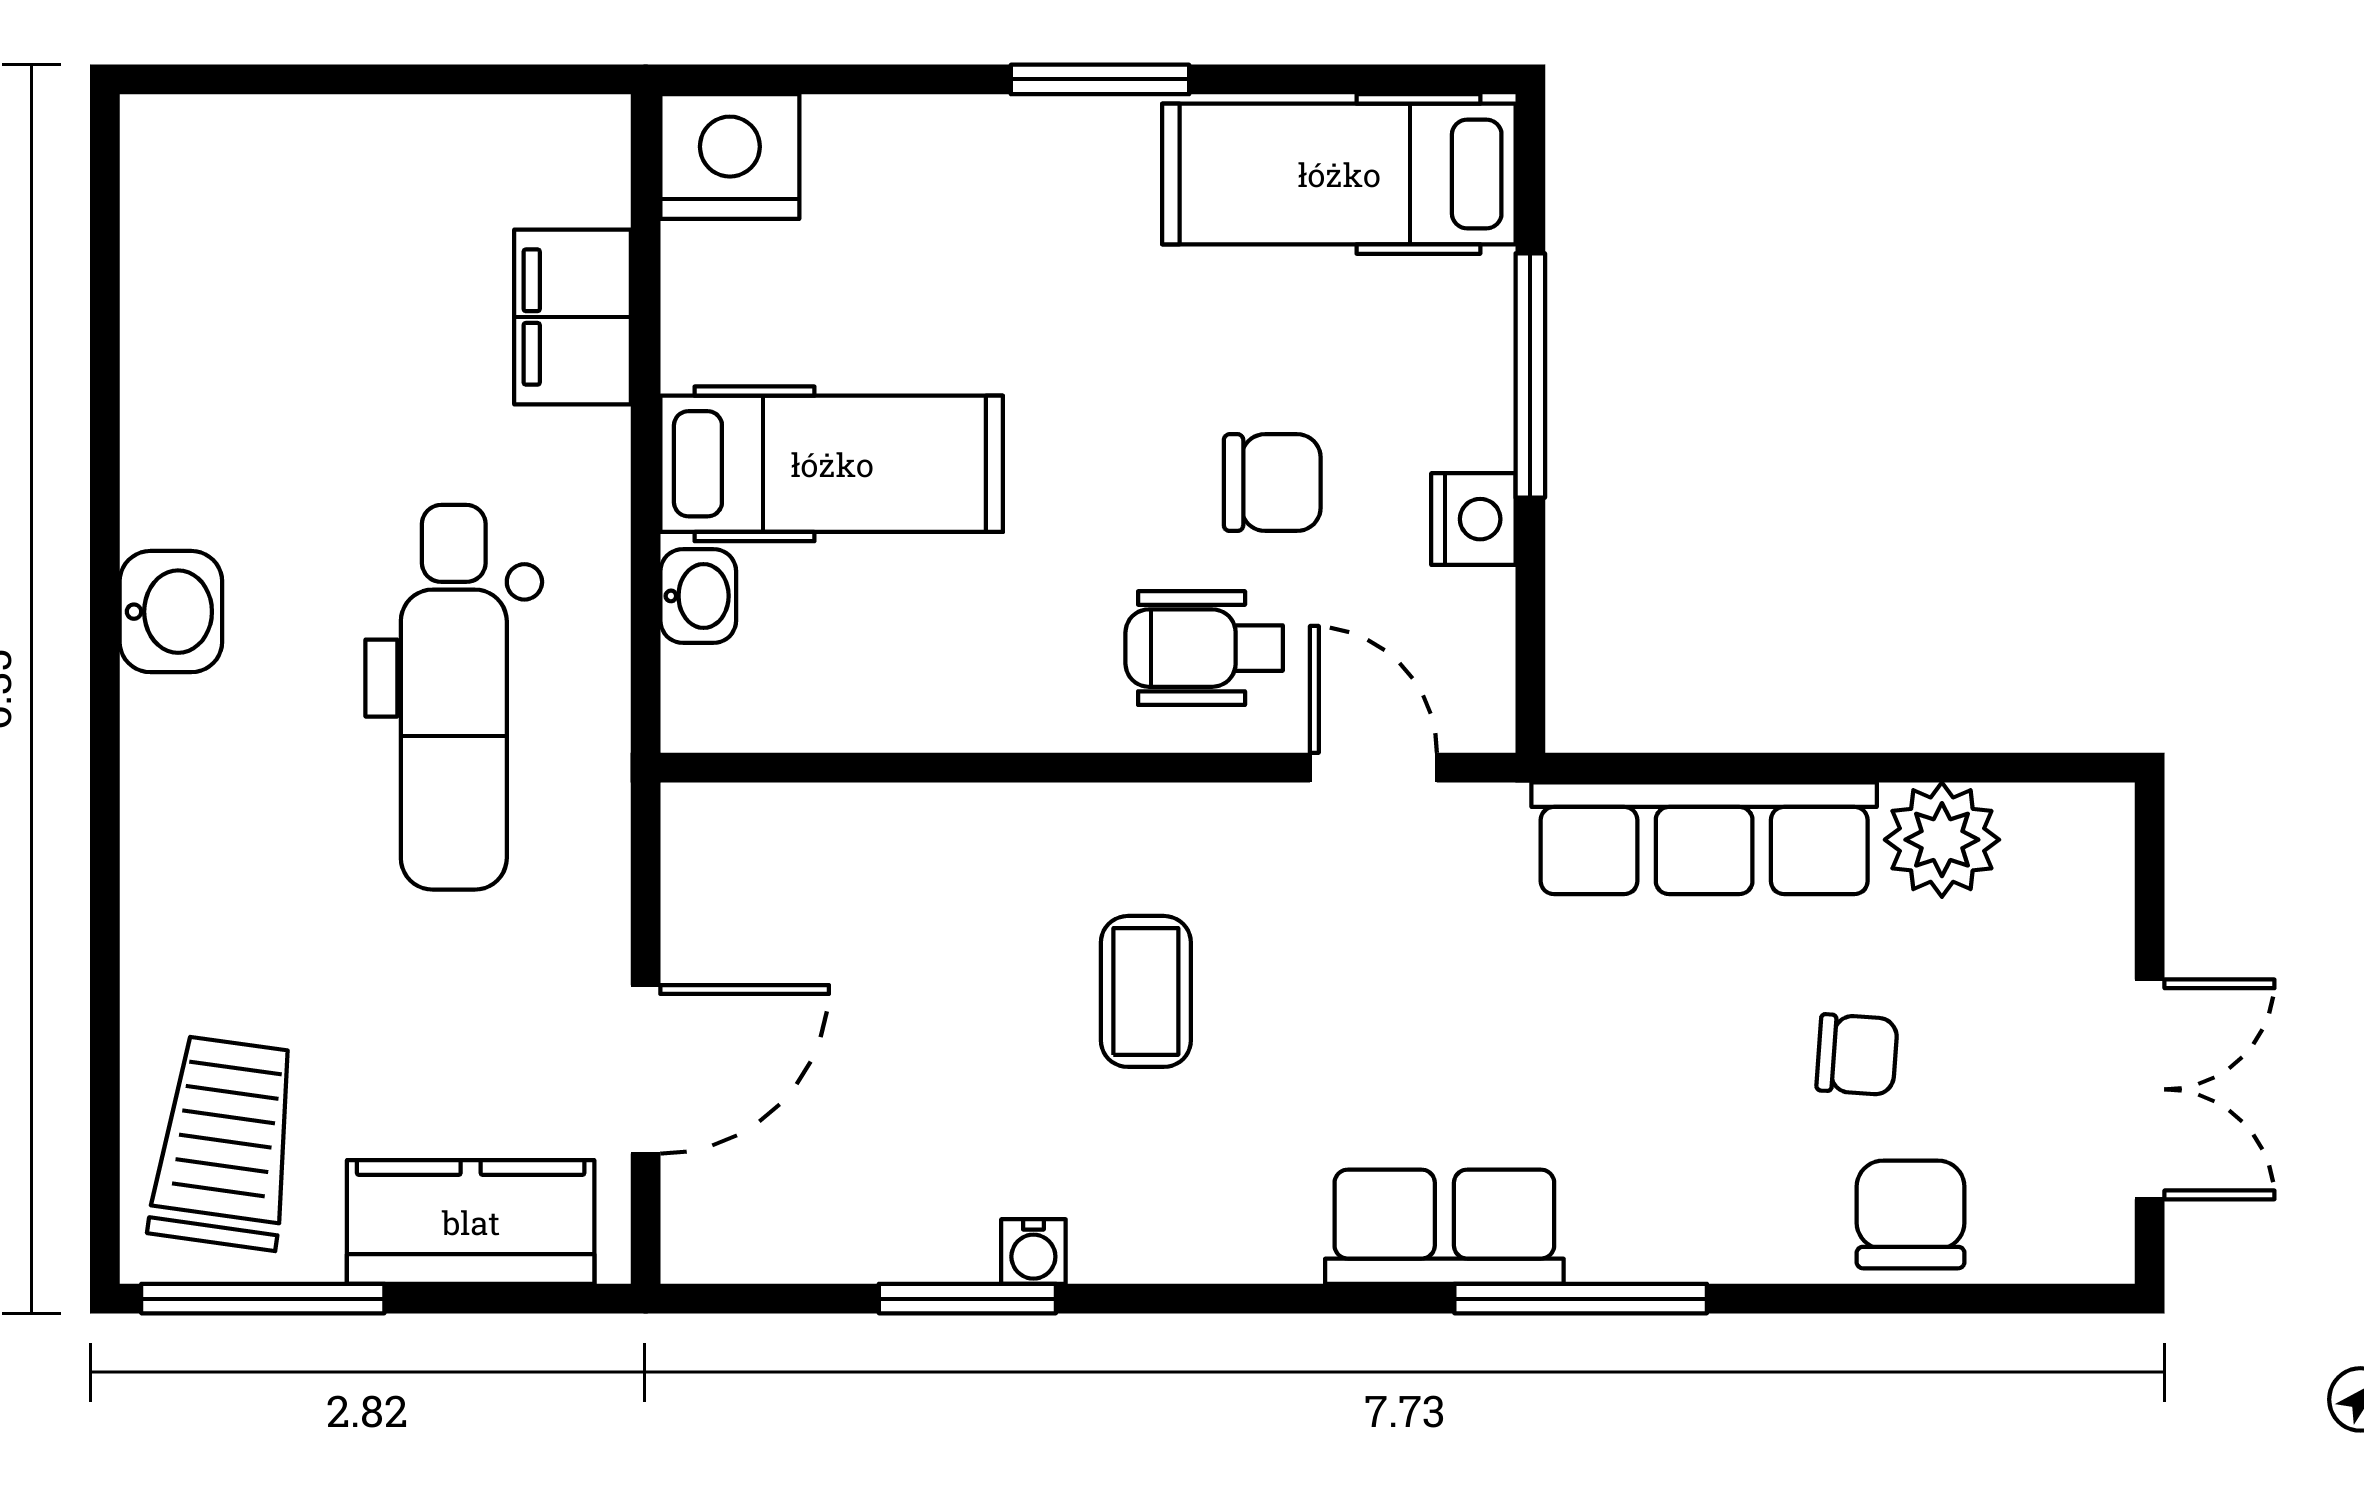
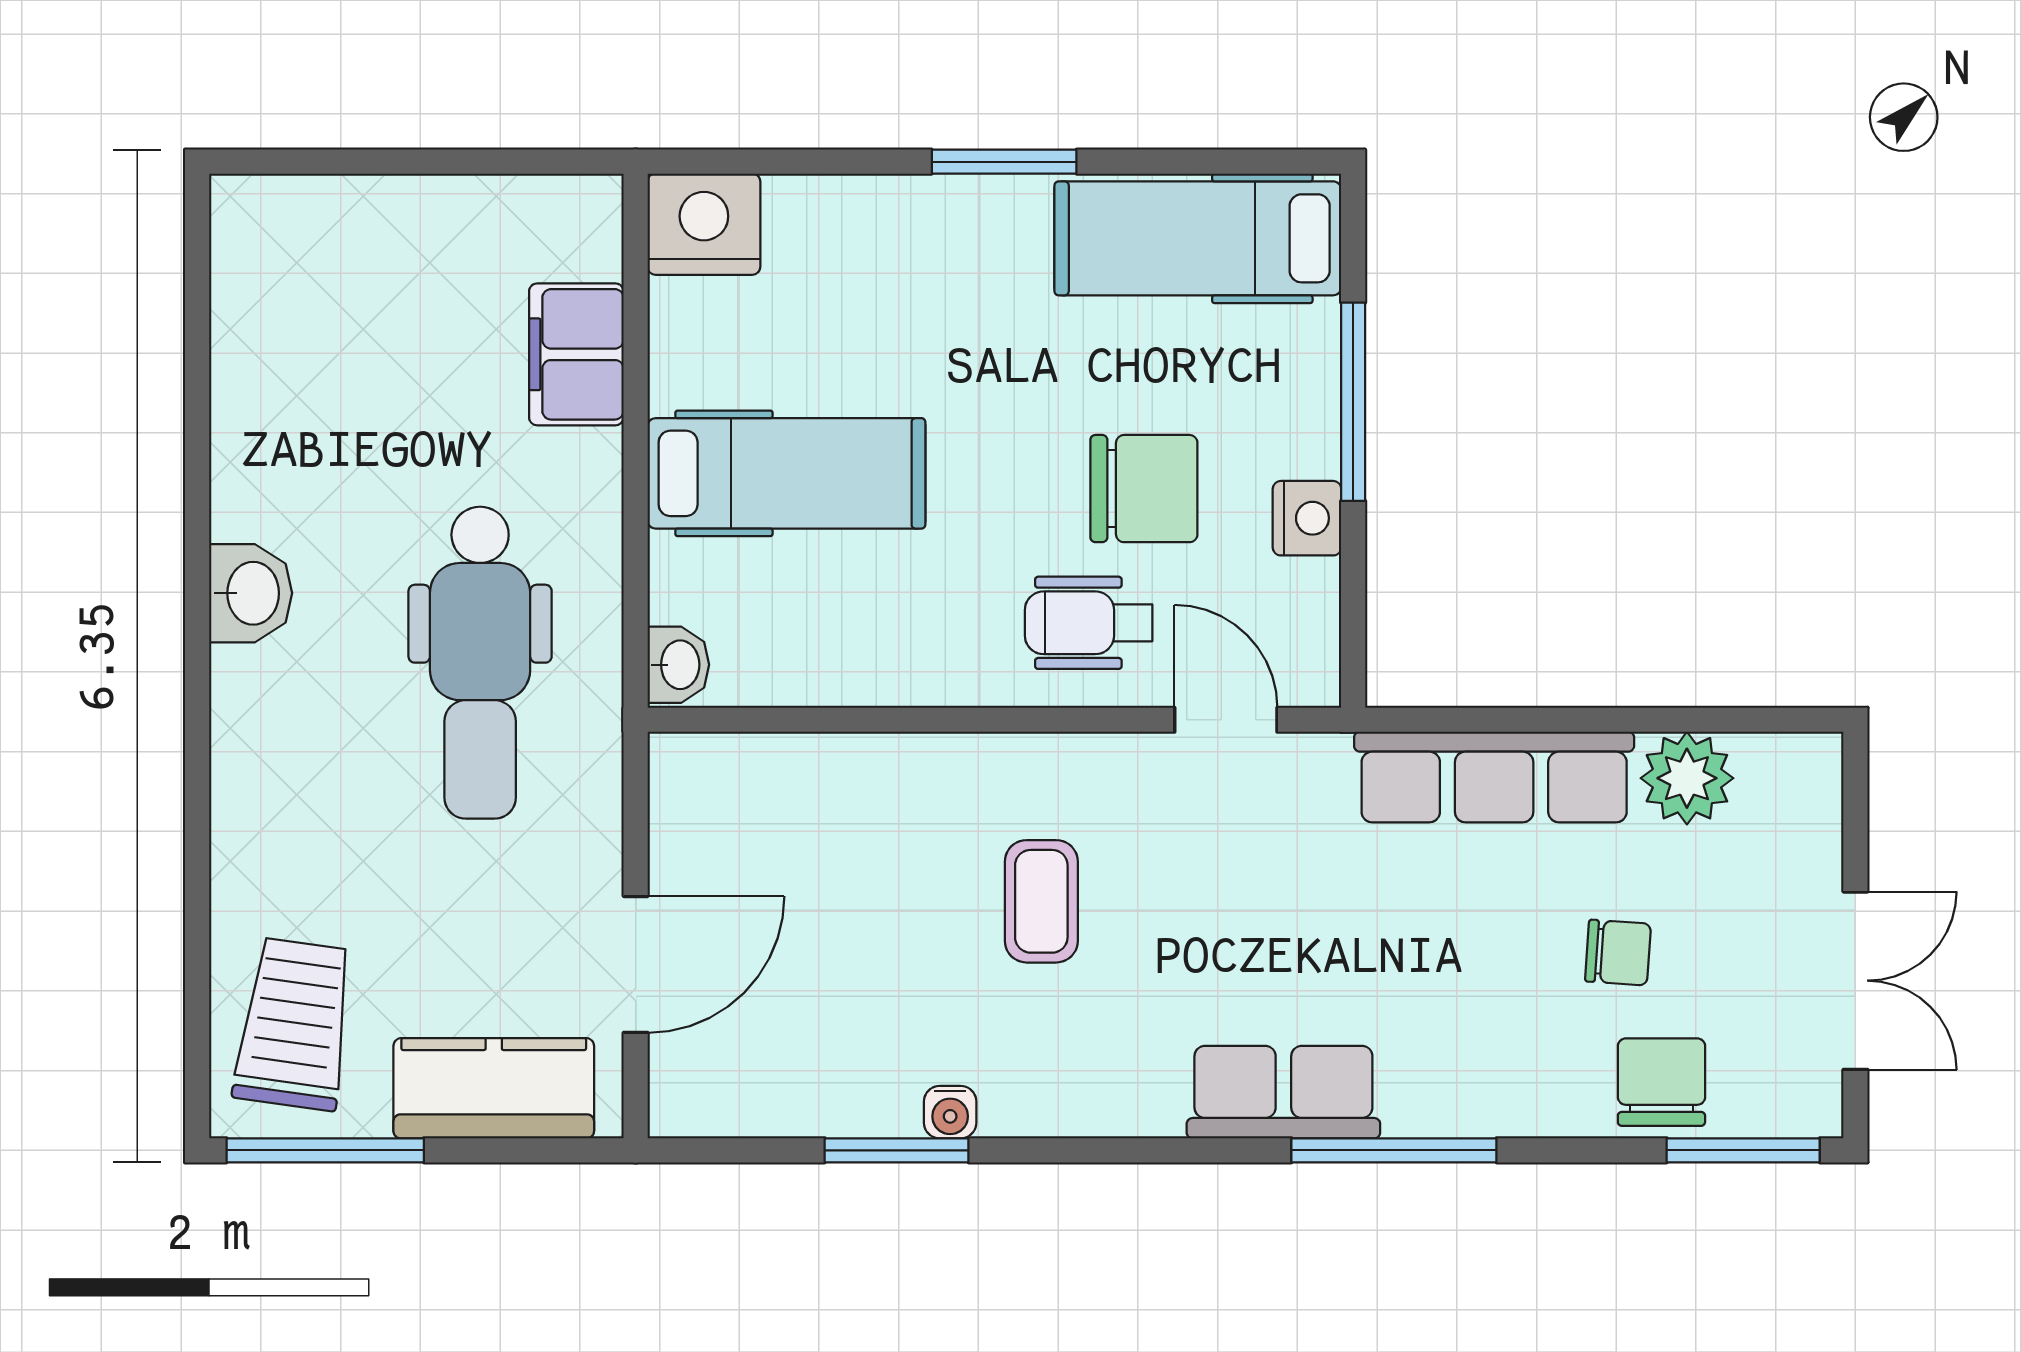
chair: (1272, 483) -> (1144, 489), width x1.37, depth x1.37
washbasin: (698, 596) -> (678, 665), moved
window: (2011, 1299) -> (1743, 1150), added

